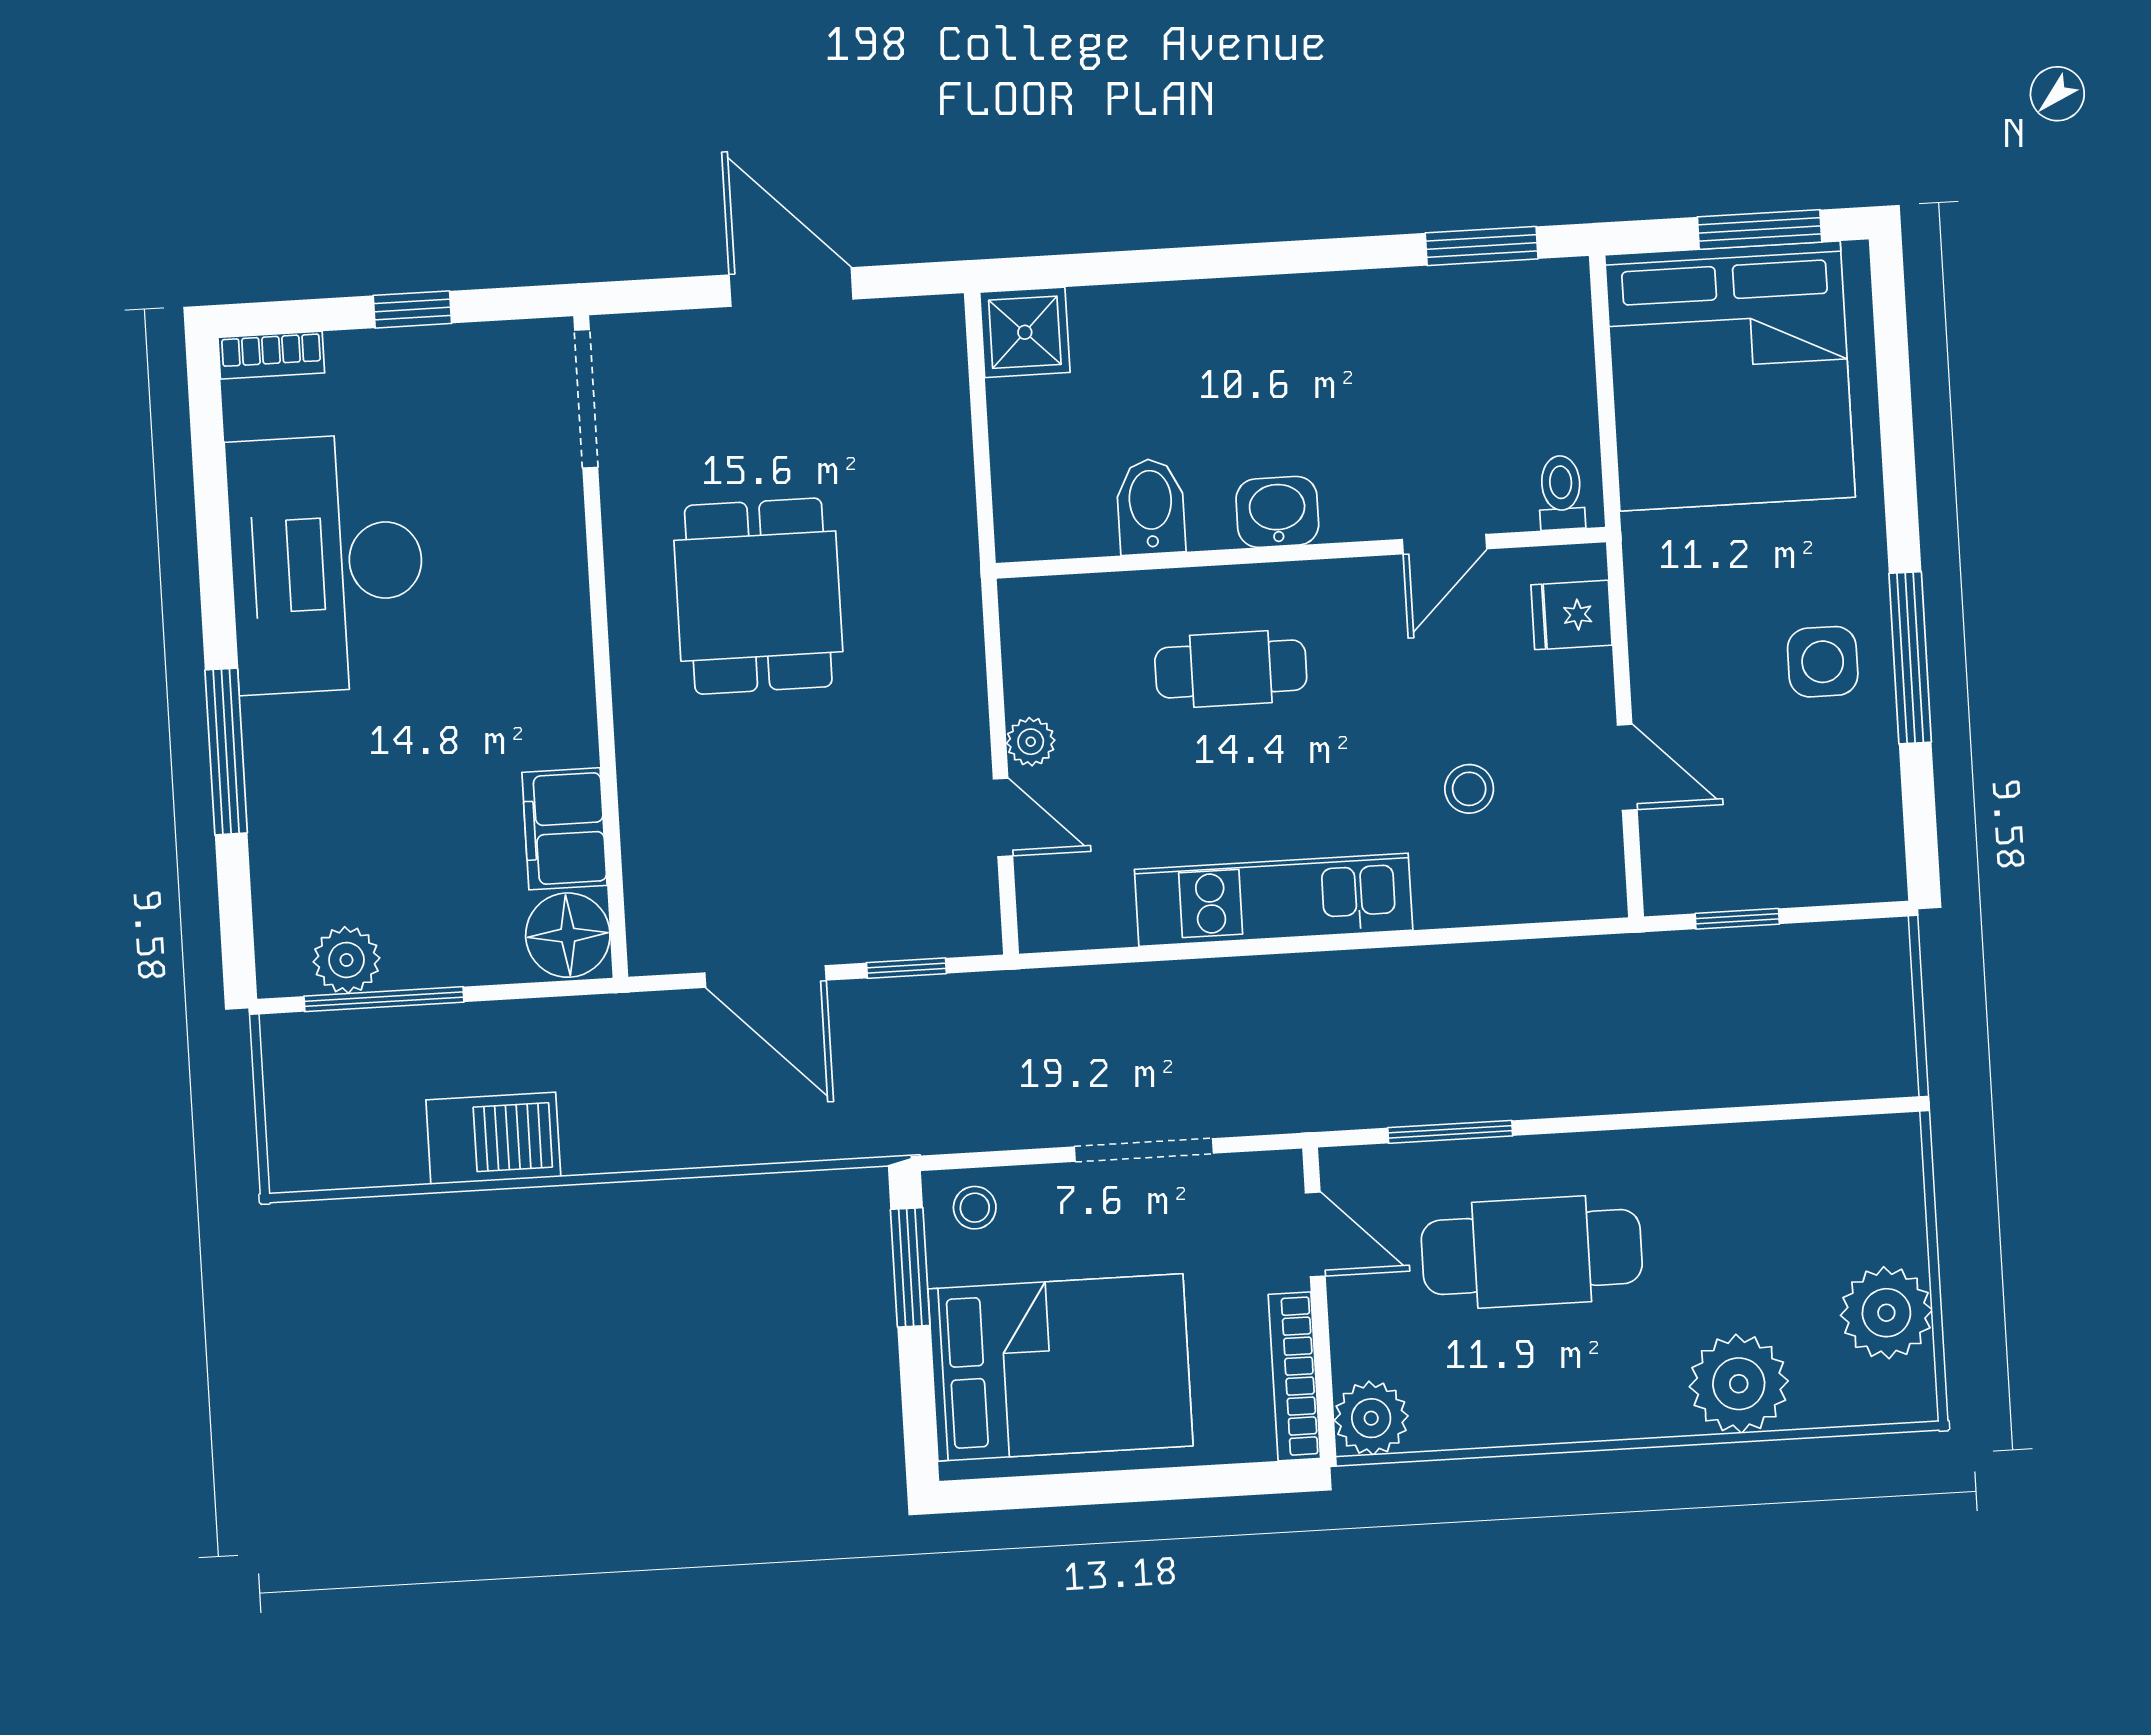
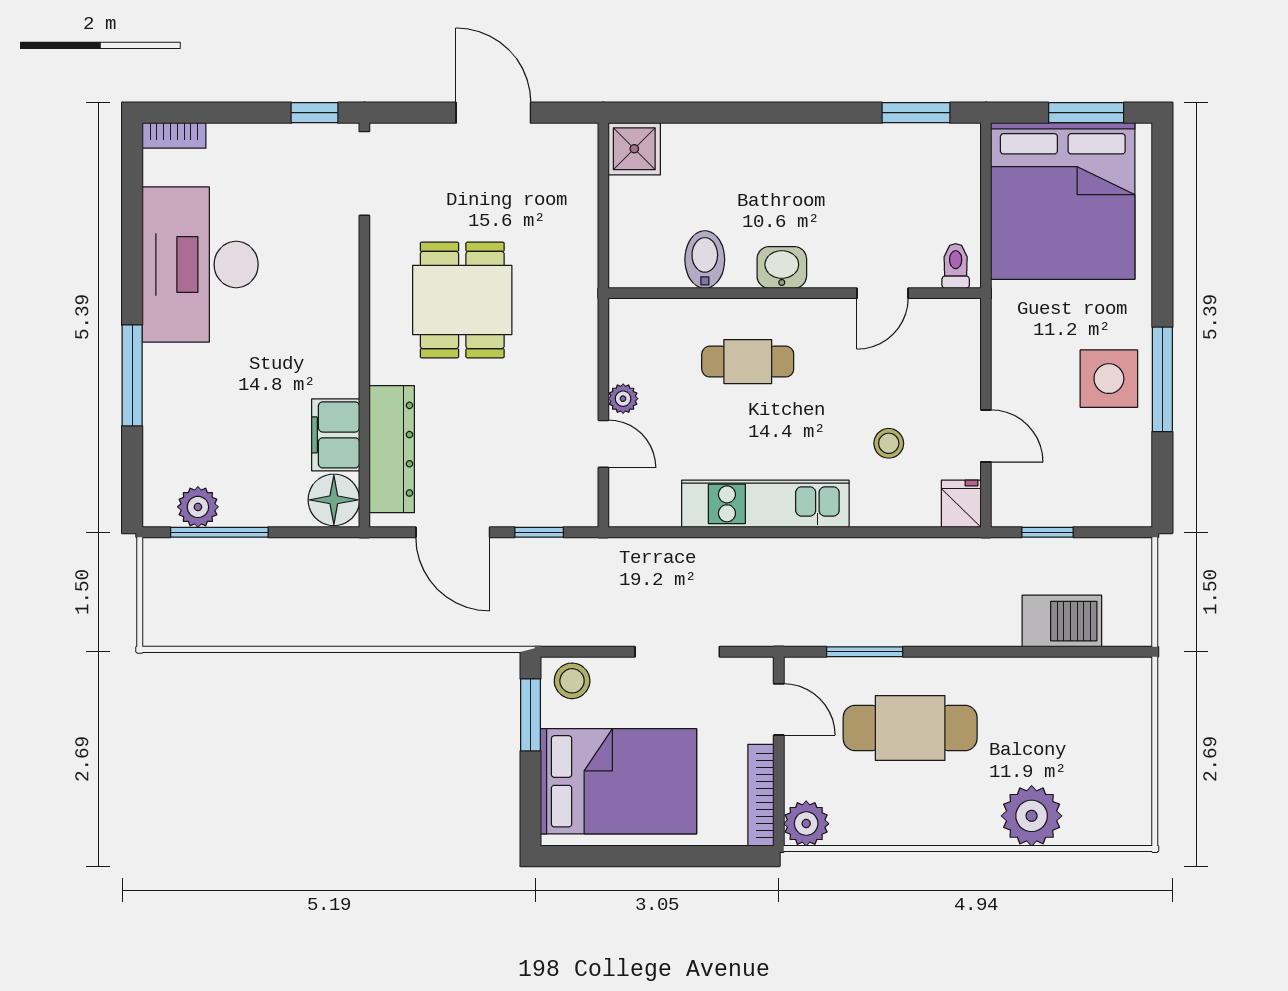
window: (412, 309) -> (315, 113), moved
fridge: (1571, 615) -> (961, 504), moved, turned 90
side table: (1823, 662) -> (1109, 379), width x1.37, depth x1.37
dresser: (658, 847) -> (392, 449), added
barbecue: (493, 1138) -> (1062, 621), moved
stool: (975, 1208) -> (572, 681), width x1.37, depth x1.37
plant: (1886, 1313) -> (1124, 778), removed

